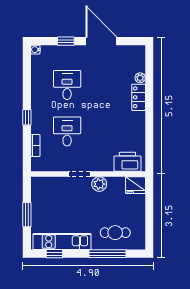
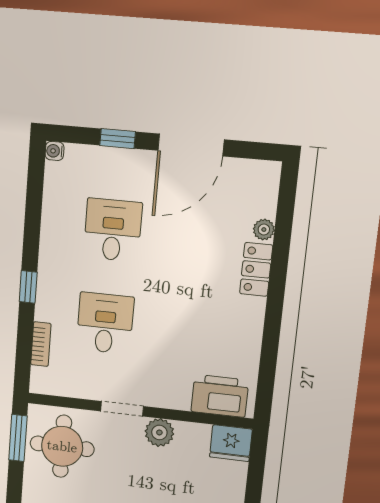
door: (101, 41) -> (191, 145), swing flipped
round table: (50, 197) -> (62, 446), added
window: (27, 215) -> (18, 438), moved

